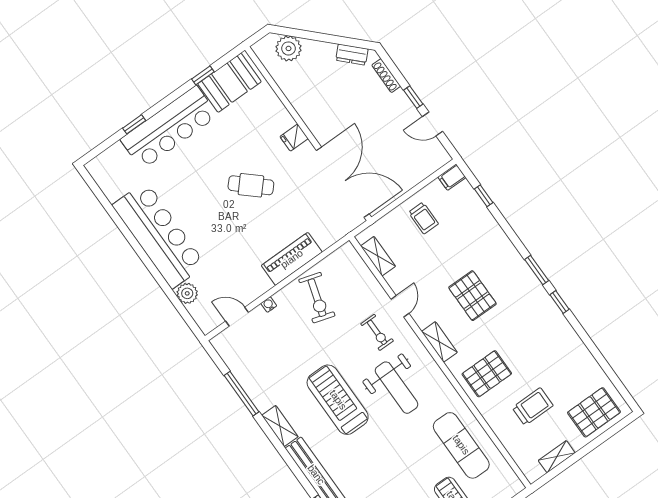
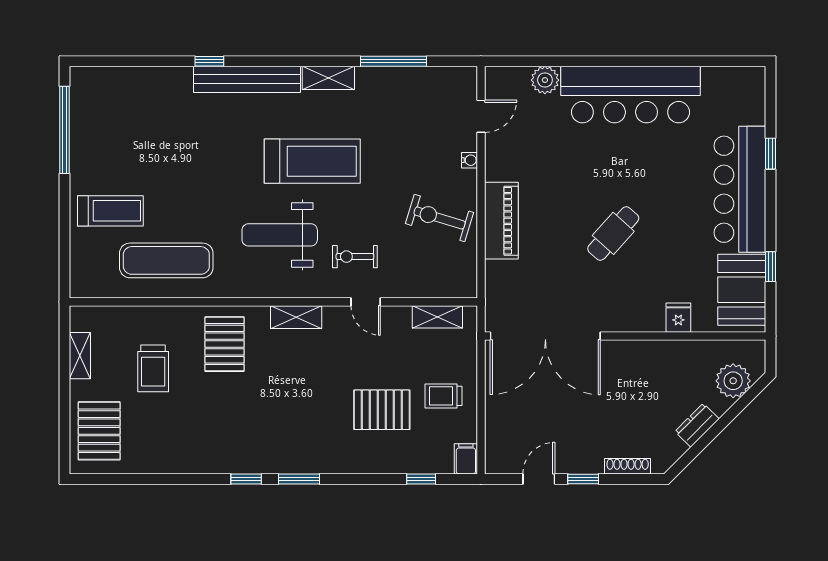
dresser: (352, 55) -> (697, 425), moved
fridge: (294, 138) -> (678, 318), moved
pallet: (472, 296) -> (382, 410), moved

